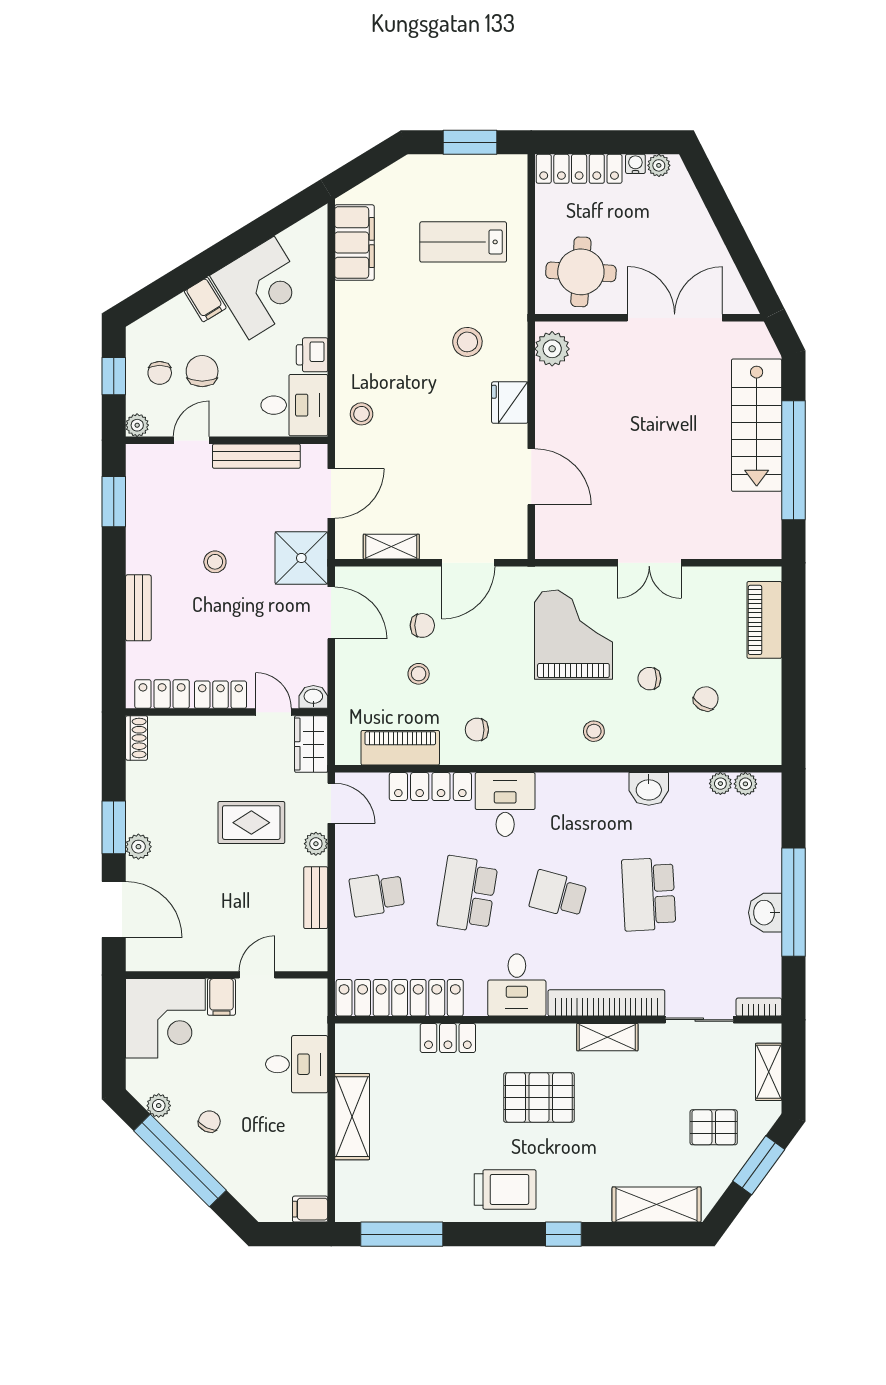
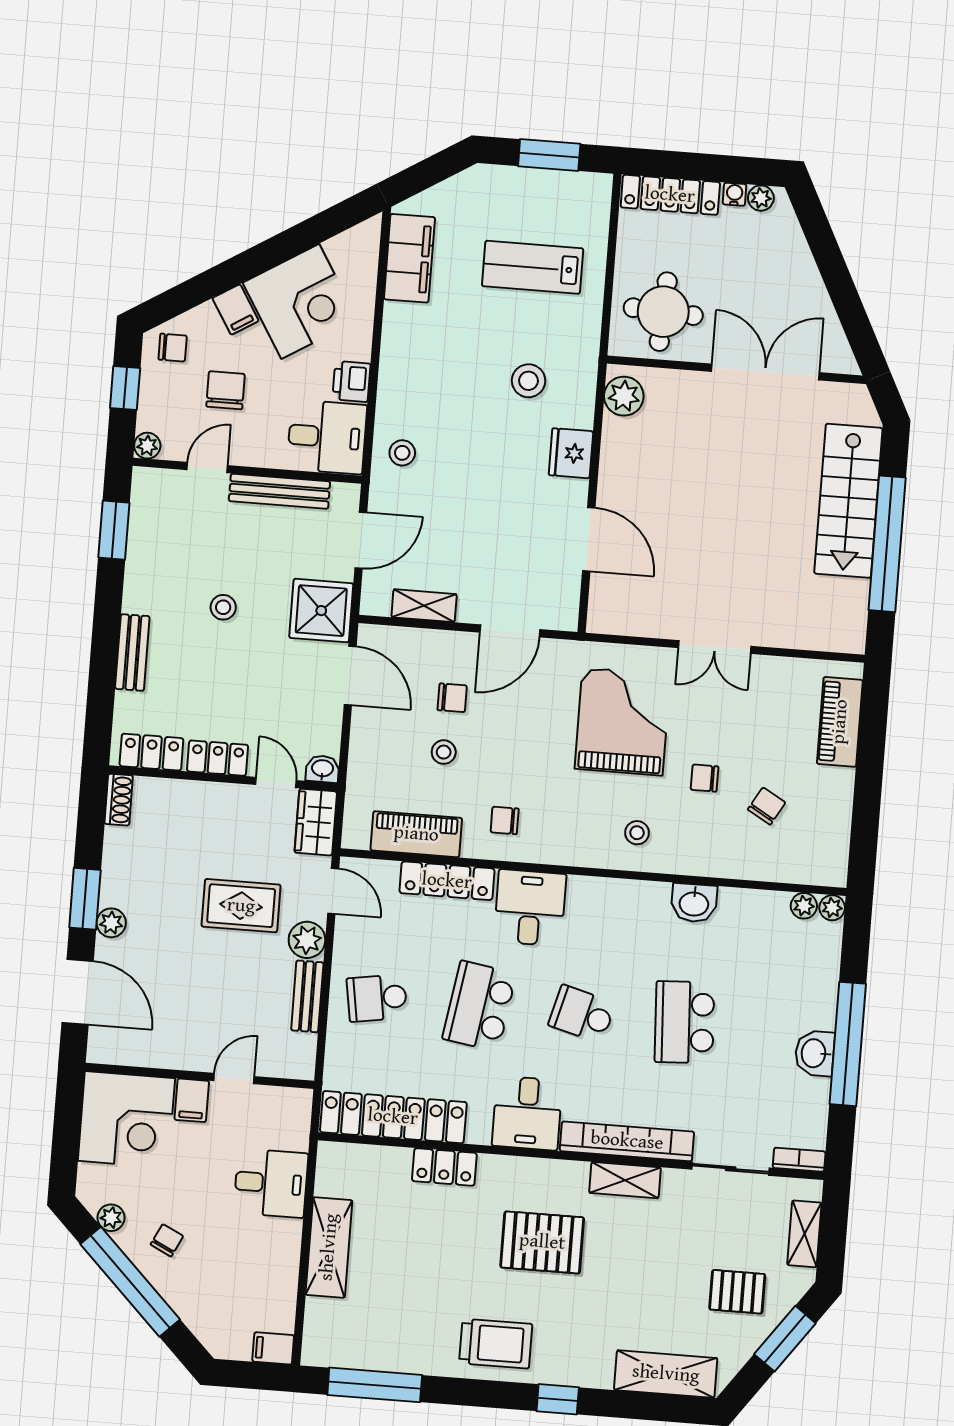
chair: (160, 373) -> (173, 348), moved, turned -90
plant: (720, 784) -> (832, 908), moved
plant: (316, 844) -> (307, 940), width x1.38, depth x1.38

